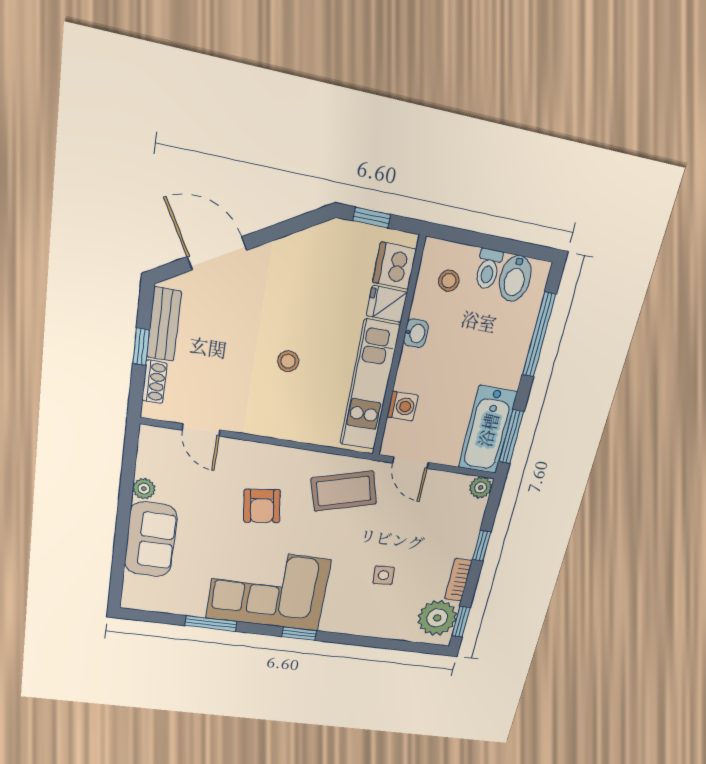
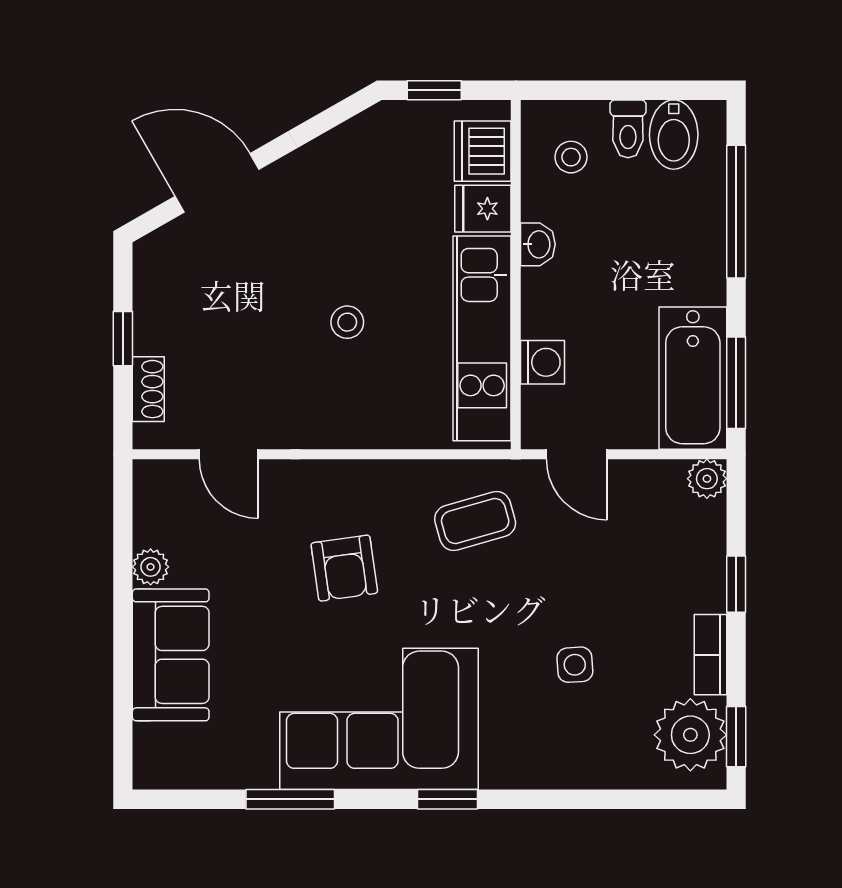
bench: (164, 324) -> (153, 299), removed
coffee table: (344, 491) -> (475, 521), width x0.73, depth x0.77

